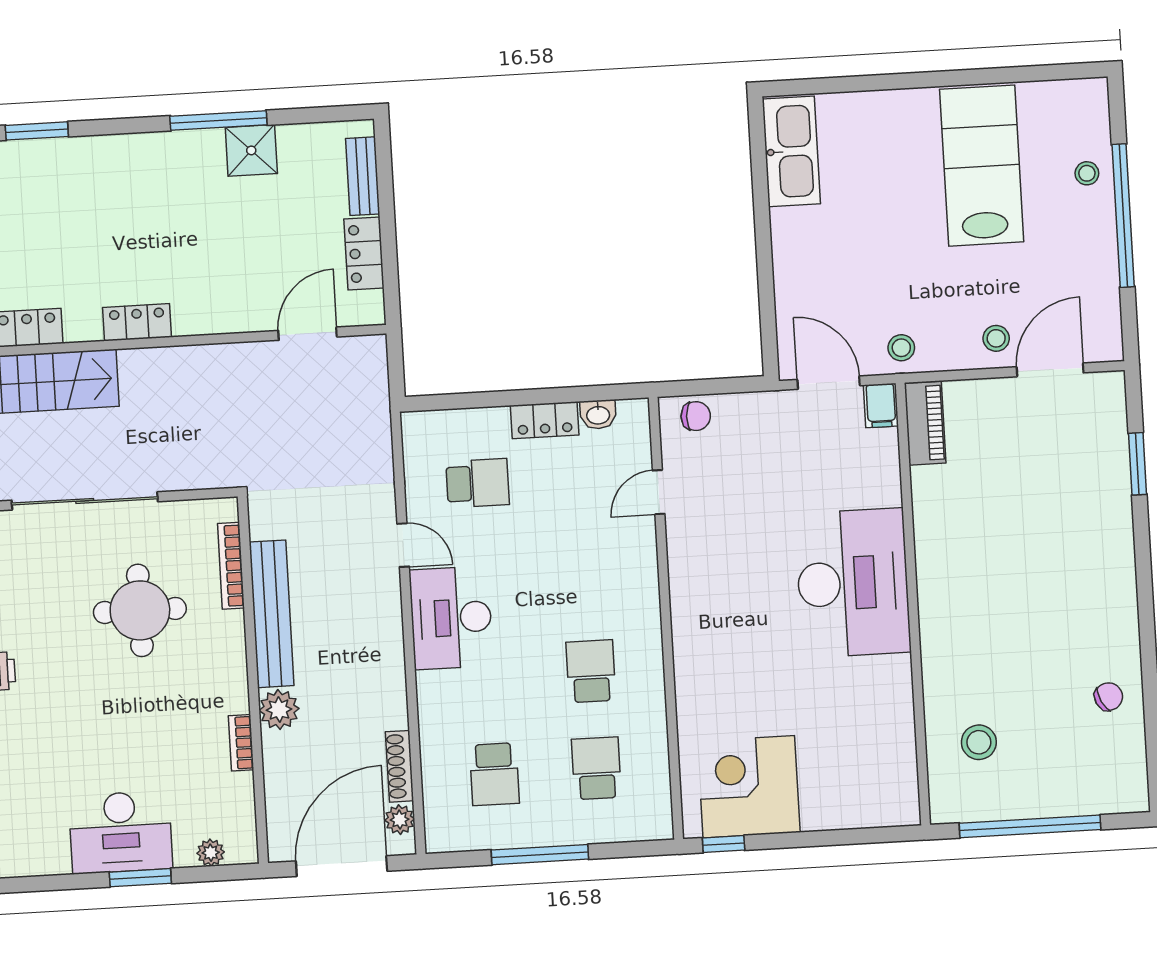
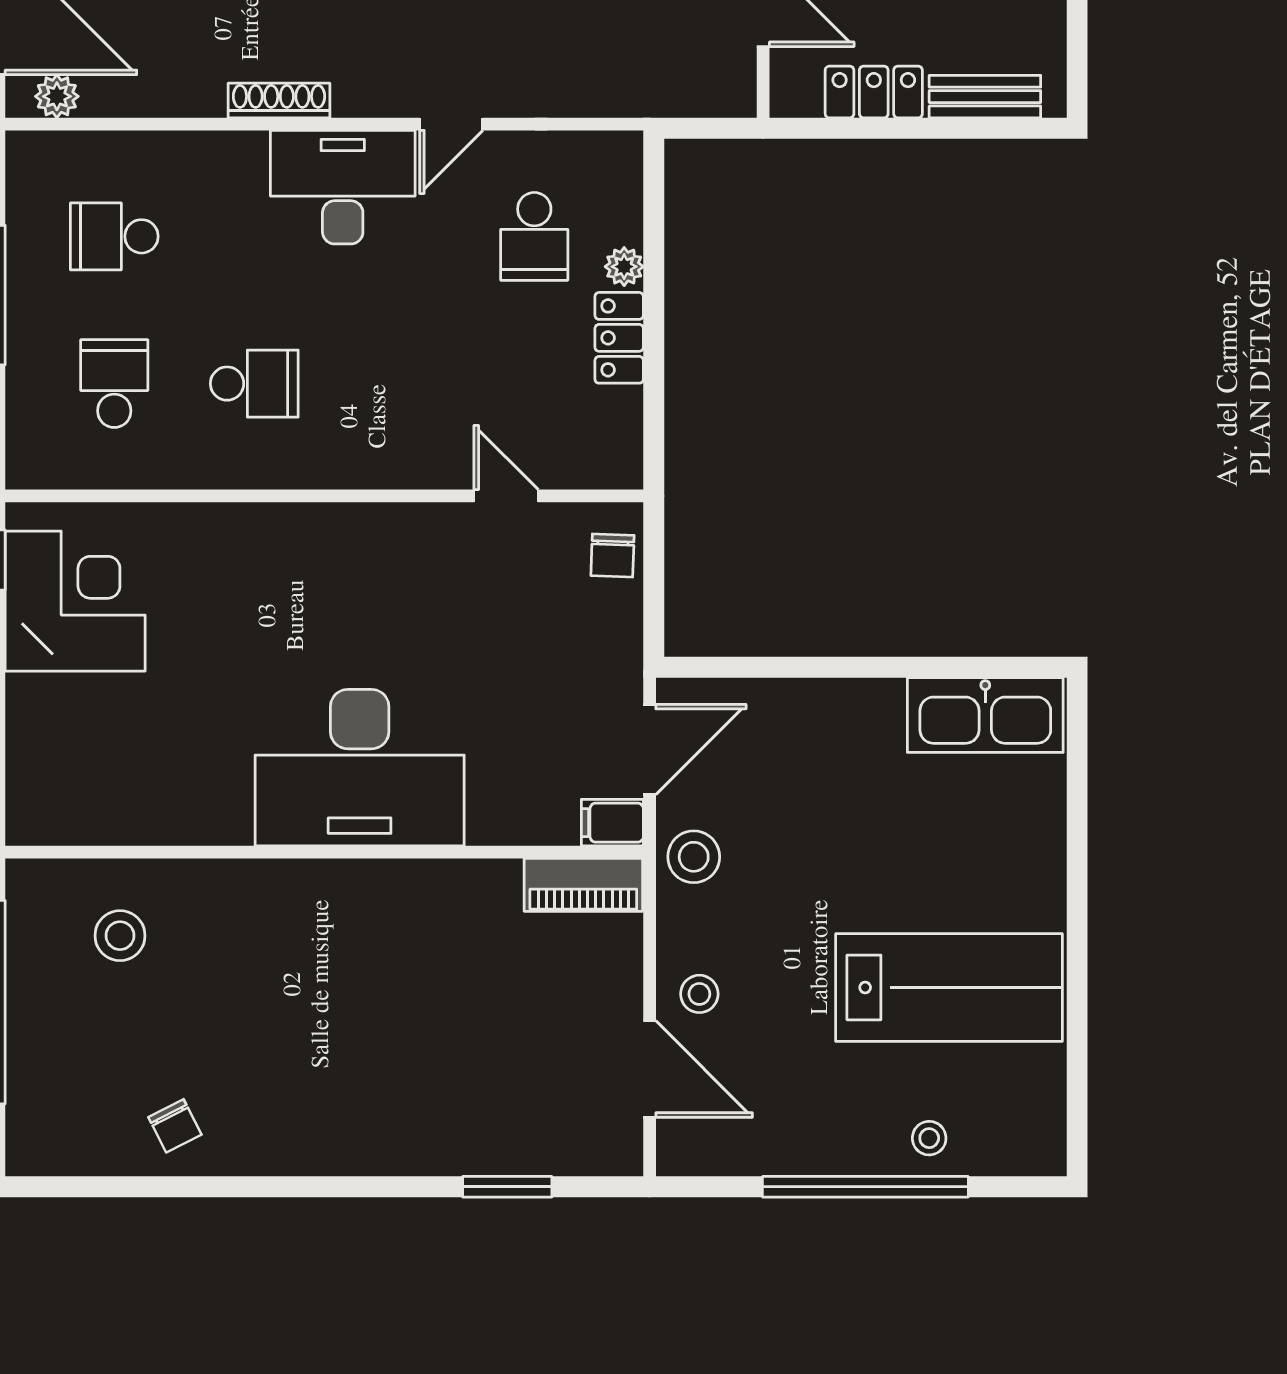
stool: (901, 348) -> (694, 857), width x1.37, depth x1.37
washbasin: (598, 414) -> (623, 415), removed
plant: (495, 420) -> (624, 267), added
shoe rack: (400, 766) -> (279, 101), moved
school desk: (596, 768) -> (114, 384), turned -90

